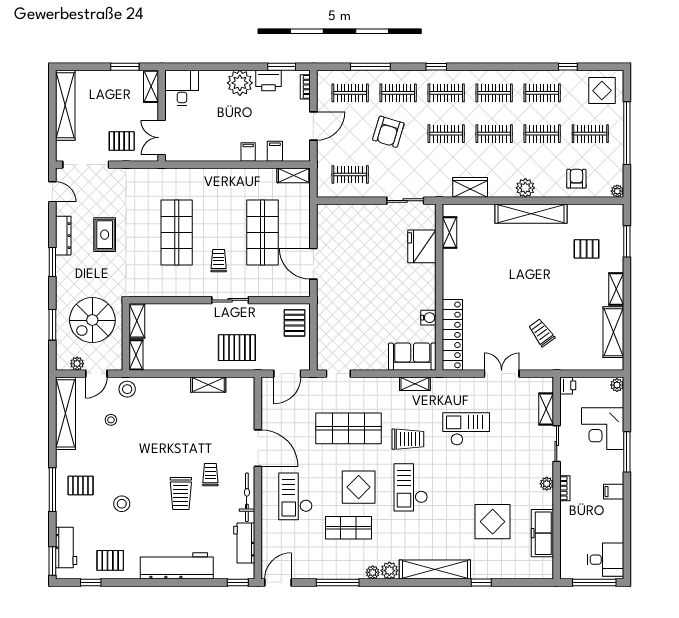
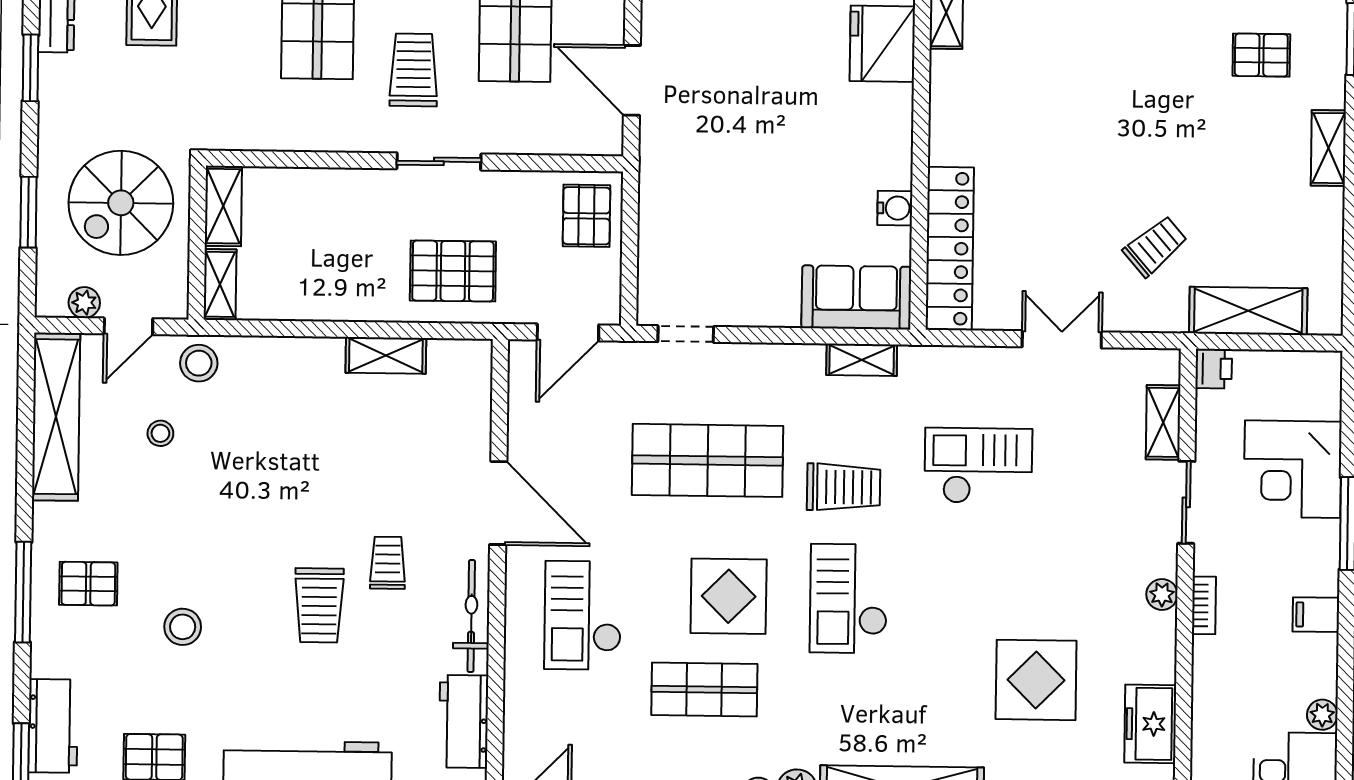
trolley: (219, 261) -> (414, 70), width x1.36, depth x1.39
shelving: (613, 332) -> (1248, 311), moved, turned 90
trolley: (542, 333) -> (1155, 246), turned 85
plant: (617, 385) -> (1322, 715), moved
freezer: (542, 533) -> (1150, 724), width x0.71

